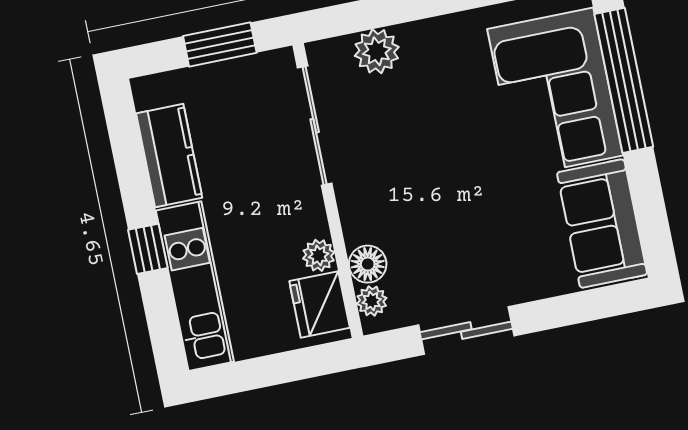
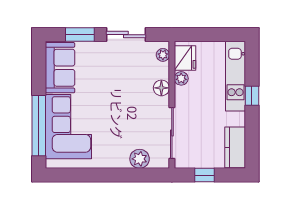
window: (220, 44) -> (205, 175), width x0.67
kitchen counter: (169, 156) -> (235, 147), moved
floor lamp: (368, 264) -> (161, 88), moved
window: (572, 309) -> (80, 35), added

